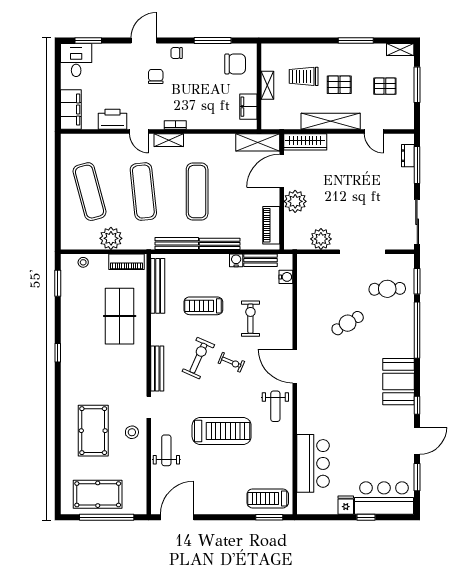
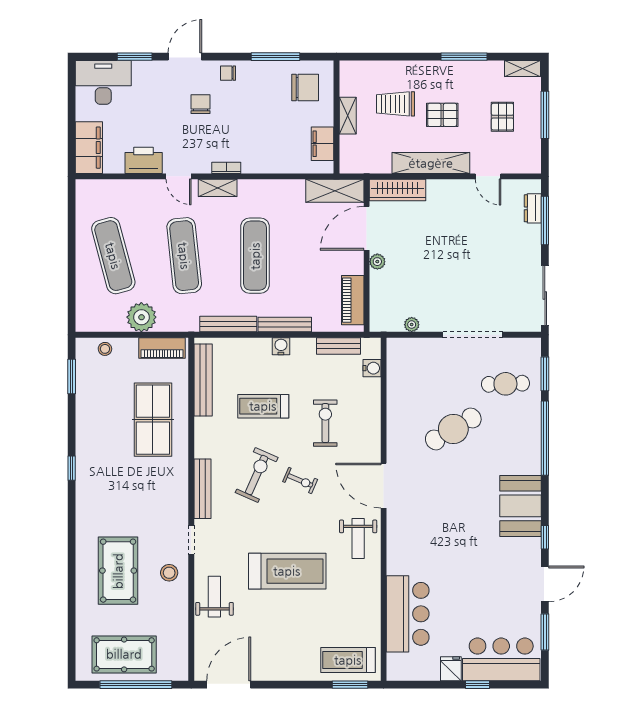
window: (88, 41) -> (135, 57), moved
desk: (76, 60) -> (103, 82), width x1.37
pallet: (385, 86) -> (502, 117), turned 90
plant: (295, 201) -> (377, 262), width x0.53, depth x0.53
plant: (321, 239) -> (412, 325), width x0.53, depth x0.53
water cooler: (236, 260) -> (281, 346), moved
cafe table: (348, 323) -> (453, 429), width x1.37, depth x1.35

